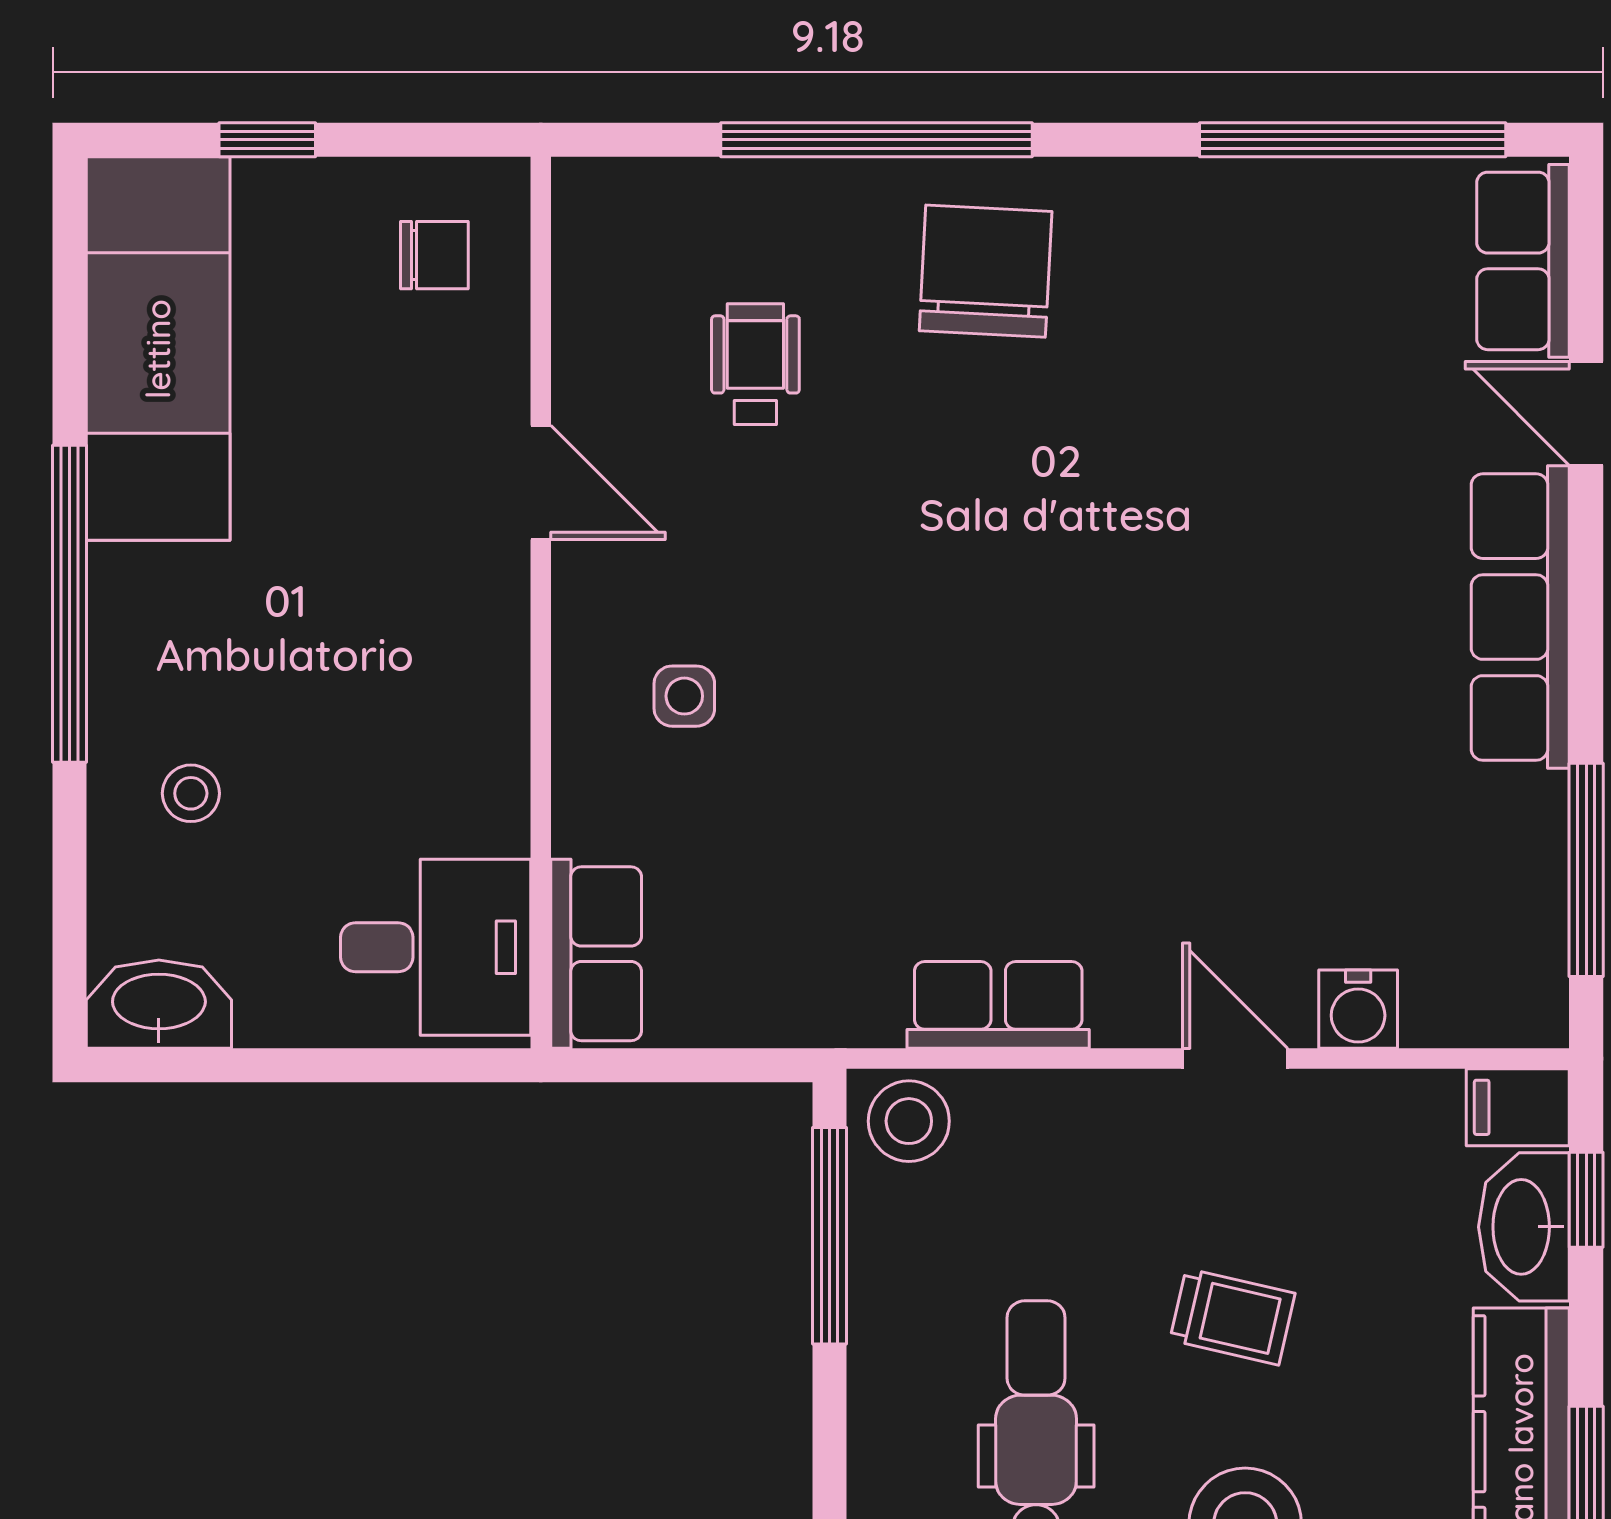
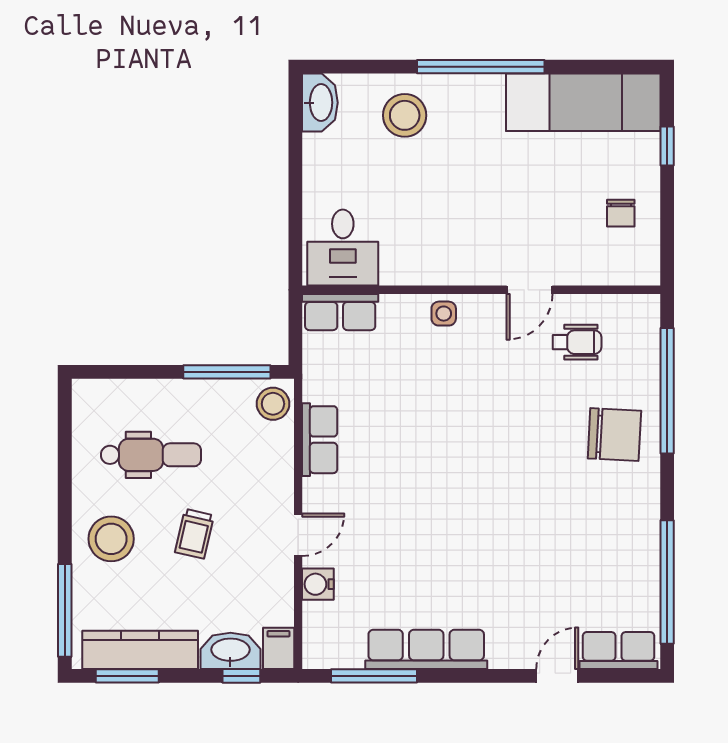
door: (541, 483) -> (529, 290), moved
wall: (541, 603) -> (481, 290), moved
row of seats: (1520, 617) -> (426, 649), moved
stool: (191, 793) -> (405, 115), width x1.89, depth x1.89
desk: (436, 947) -> (343, 248), moved
row of seats: (596, 954) -> (340, 312), moved

